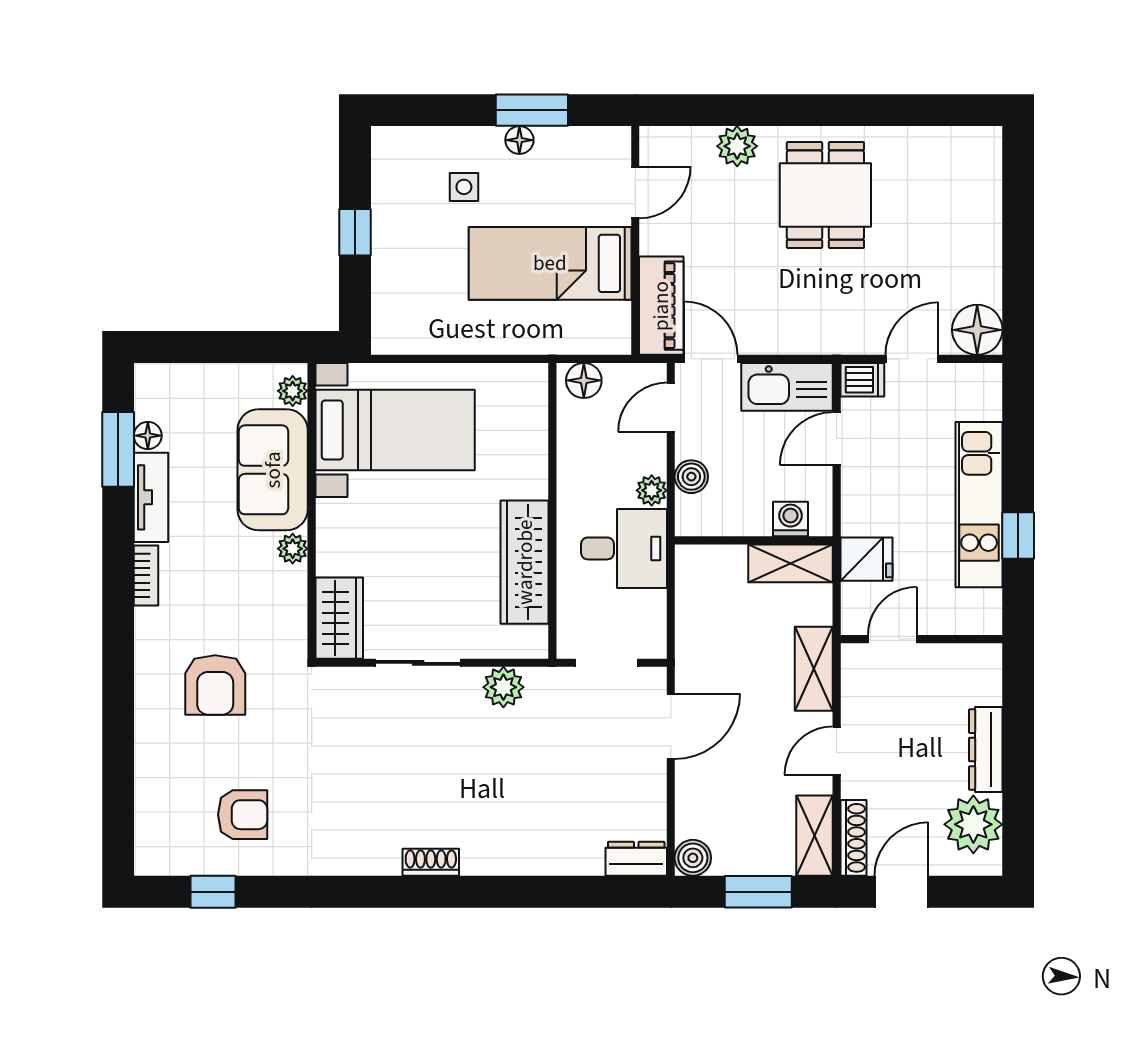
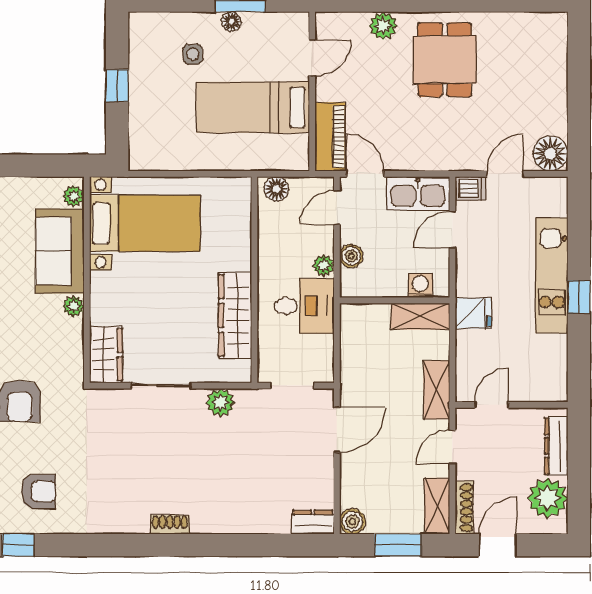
door: (892, 639) -> (491, 405), moved
wall: (921, 639) -> (512, 405), moved

